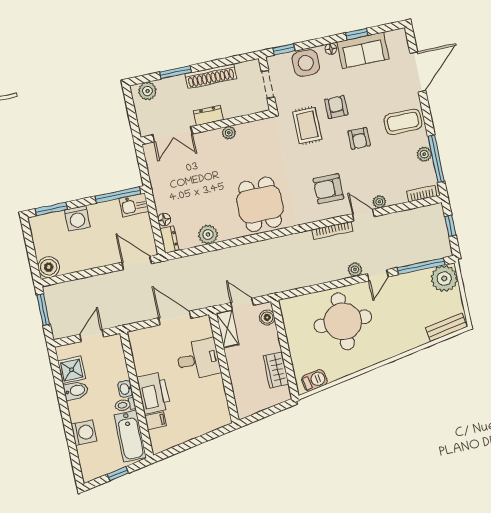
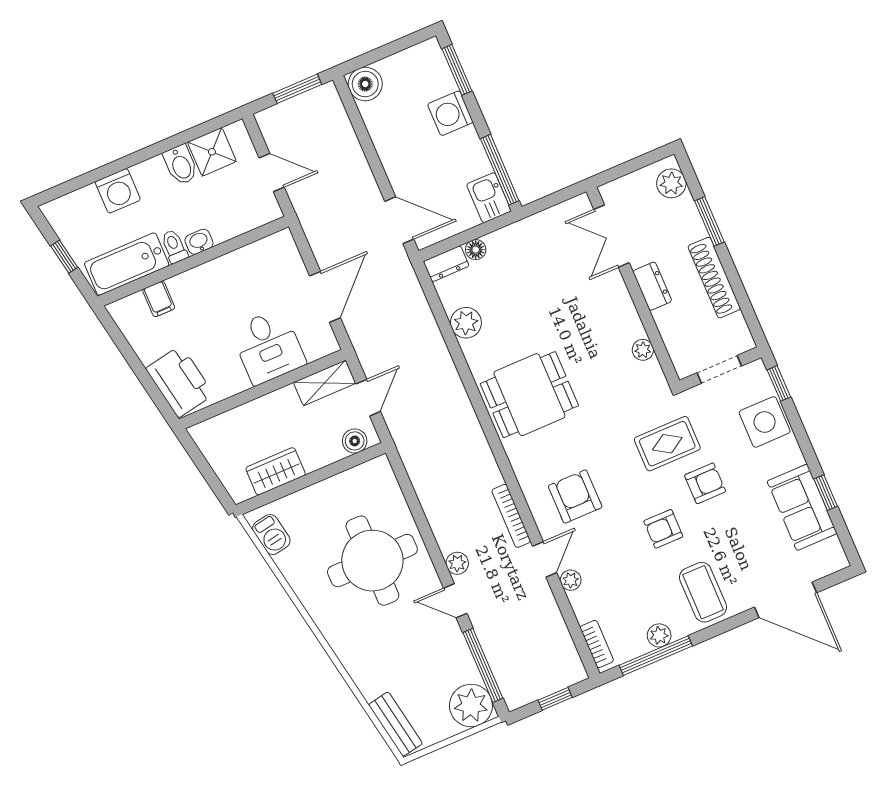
floor lamp: (331, 49) -> (794, 457), removed
plant: (229, 133) -> (643, 350), moved
door: (137, 263) -> (399, 220), hinge flipped
printer: (154, 393) -> (180, 382), moved, turned -100

